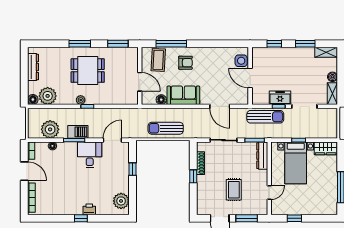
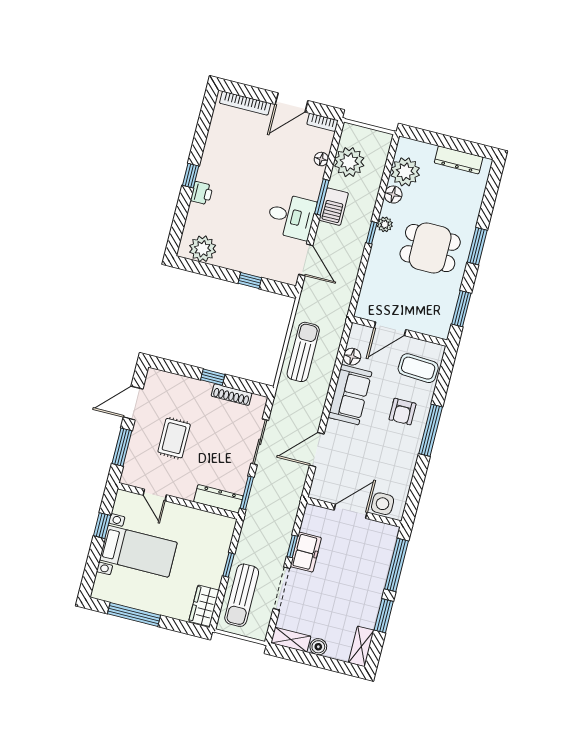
window: (171, 44) -> (431, 430), moved
window: (274, 44) -> (397, 565), width x2.17
dining table: (88, 71) -> (430, 248), turned 90
floor lamp: (33, 99) -> (393, 195), moved
sun lounger: (265, 117) -> (242, 595), moved
bed with nightstands: (296, 163) -> (138, 551), moved, turned 180
rug: (234, 190) -> (174, 438), turned 90

